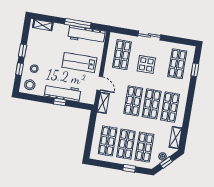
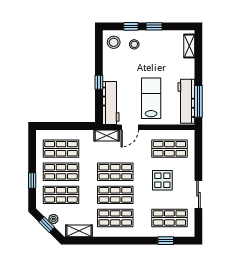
window: (78, 23) -> (198, 101), moved
sliding door: (149, 35) -> (198, 194), moved
workbench: (63, 93) -> (111, 103), moved

